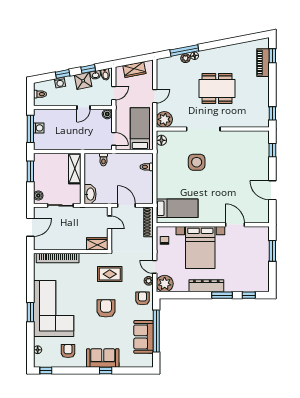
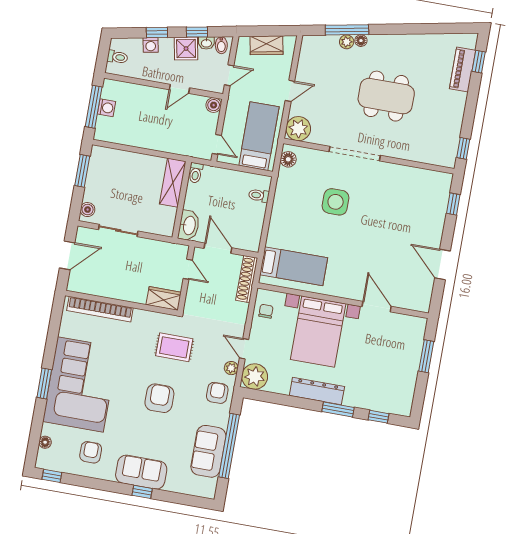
shelving: (75, 169) -> (173, 183), moved
wall: (83, 178) -> (182, 200), moved
washbasin: (90, 194) -> (189, 225), moved

